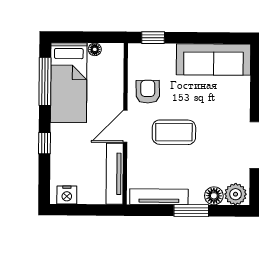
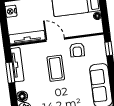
armchair: (148, 92) -> (77, 50), turned 93
window: (191, 211) -> (10, 73), moved

